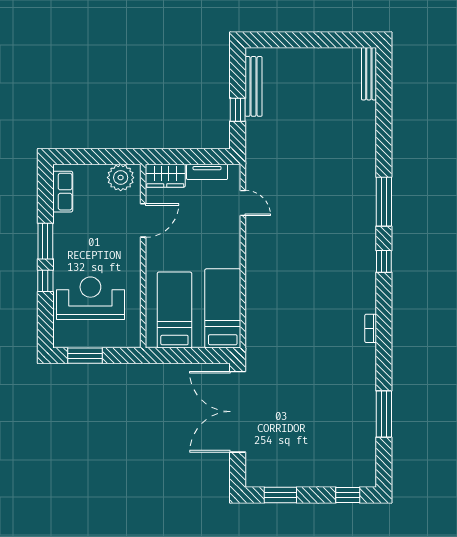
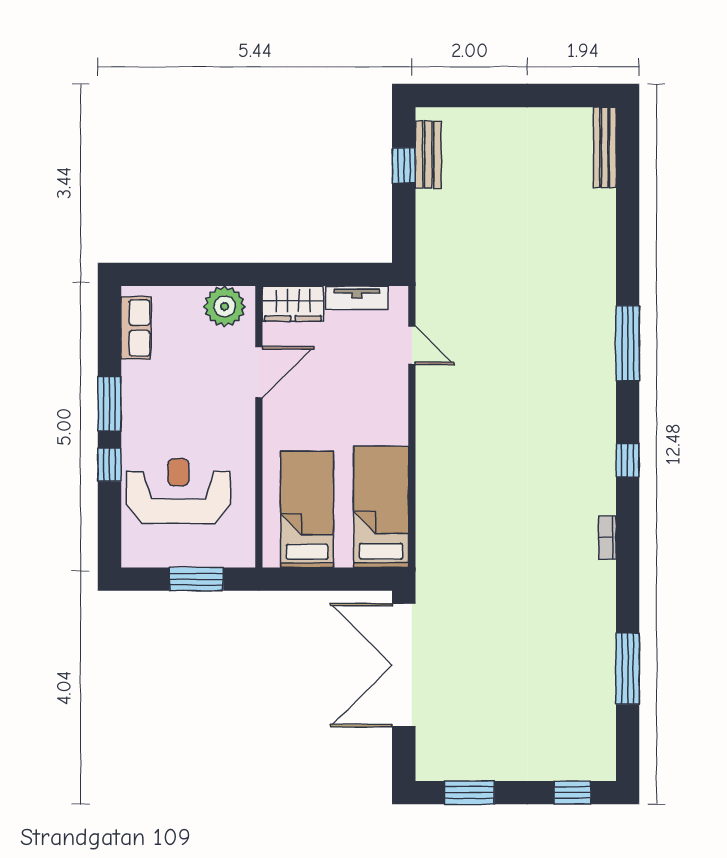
bench: (254, 86) -> (428, 155), width x0.73
window: (238, 110) -> (404, 165), moved
window: (384, 261) -> (628, 460), moved
window: (85, 356) -> (196, 579), moved

